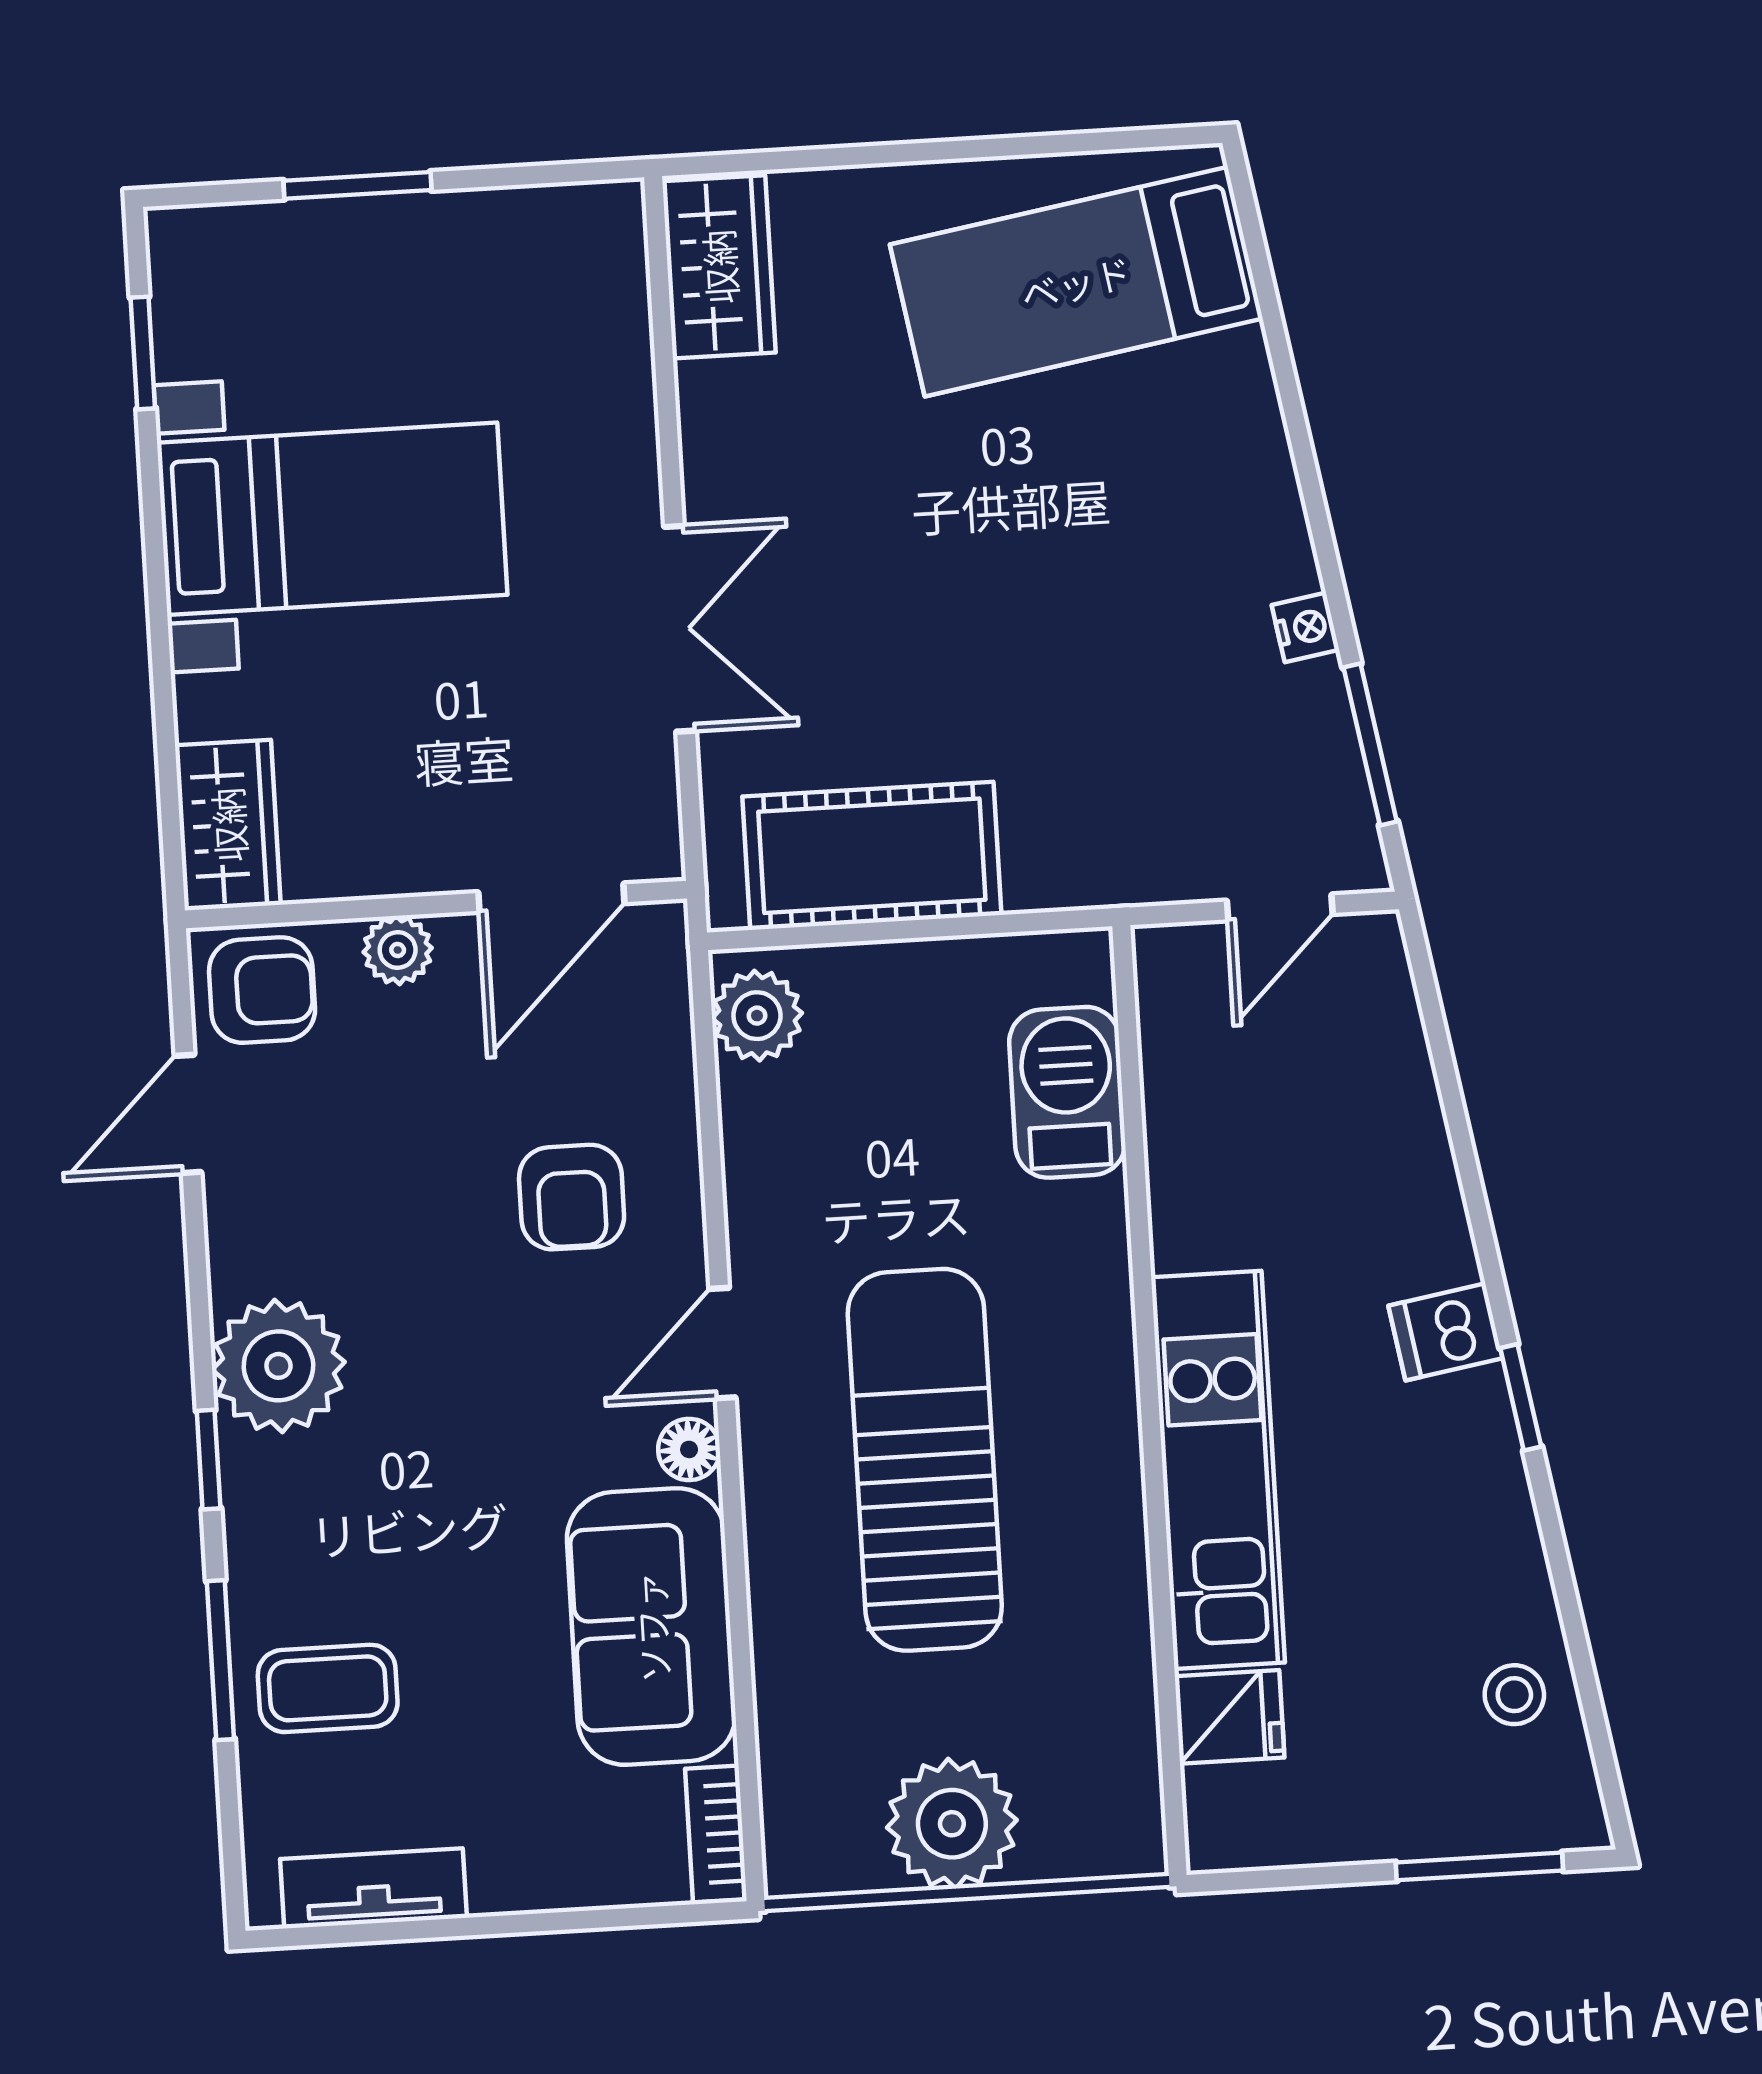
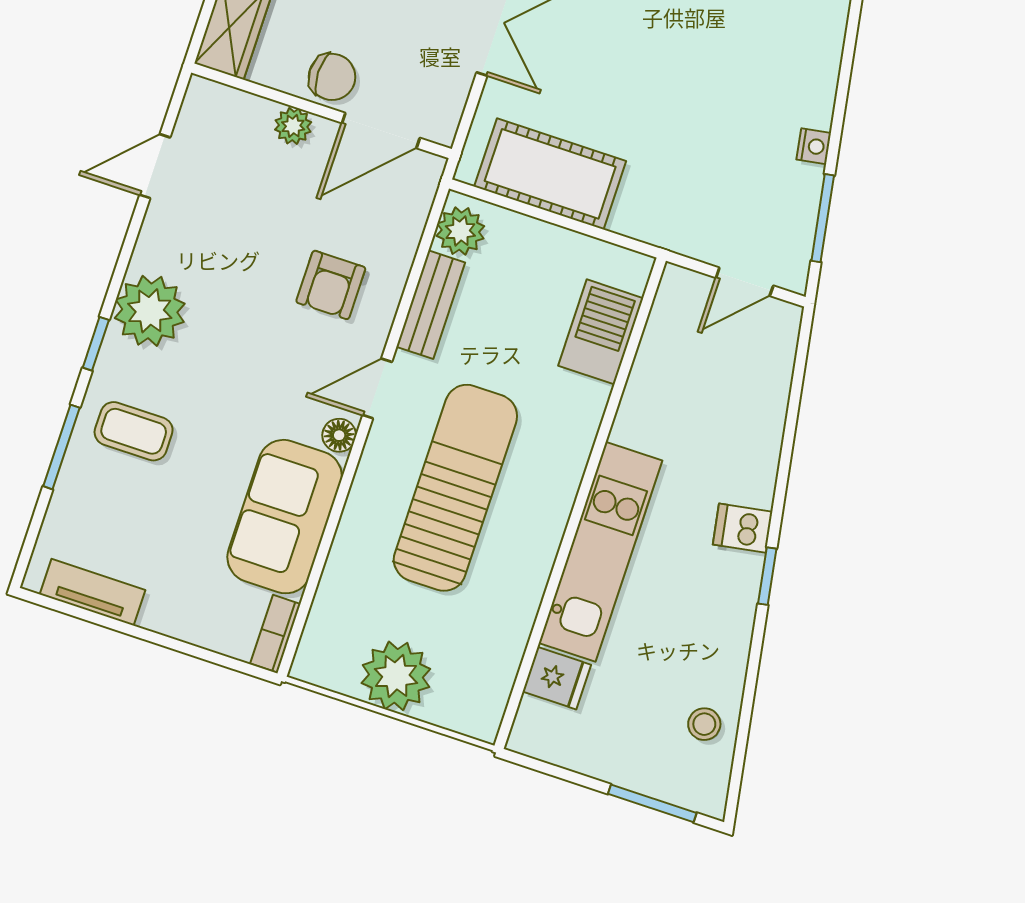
chair: (431, 839) -> (332, 77), added
armchair: (262, 990) -> (217, 119), removed
bench: (757, 1162) -> (431, 305), added
coffee table: (328, 1688) -> (134, 431), moved

